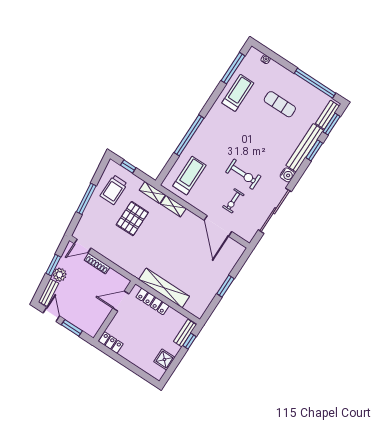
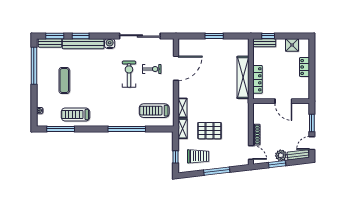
door: (121, 301) -> (283, 101), moved
locker: (111, 343) -> (305, 67), moved

